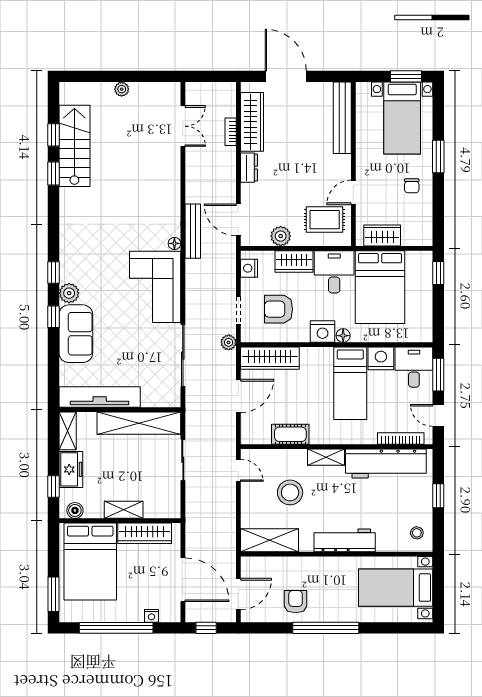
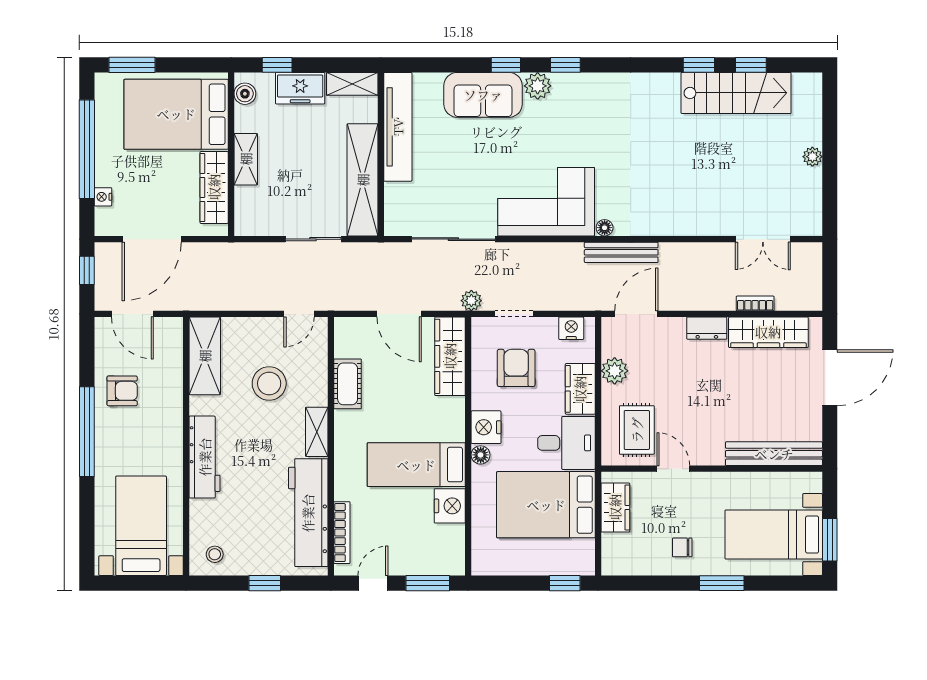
desk: (414, 367) -> (438, 550), removed

